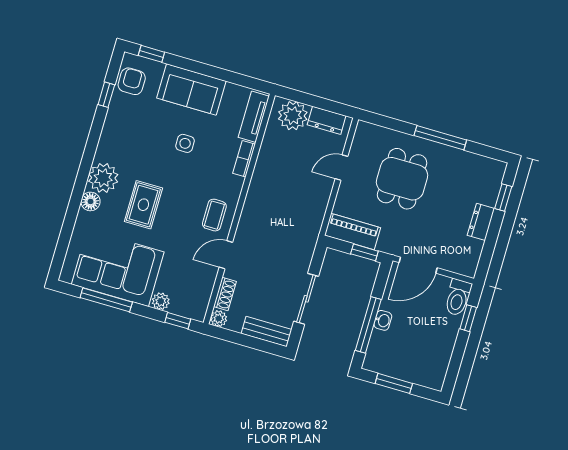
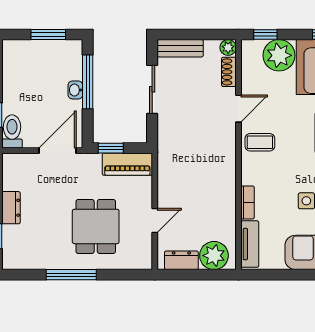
coffee table: (214, 215) -> (260, 142), turned 90
plant: (161, 301) -> (279, 55), width x1.88, depth x1.88

